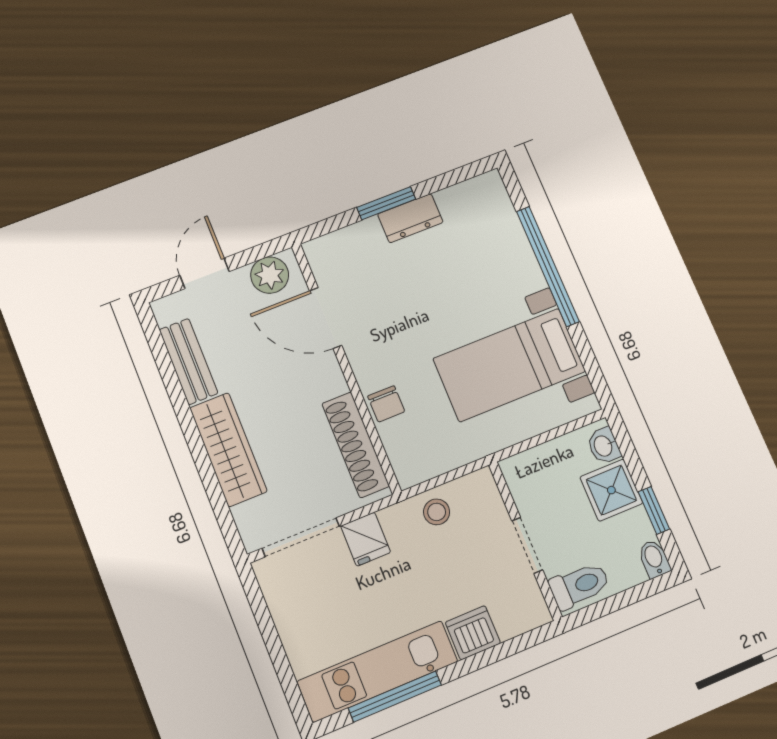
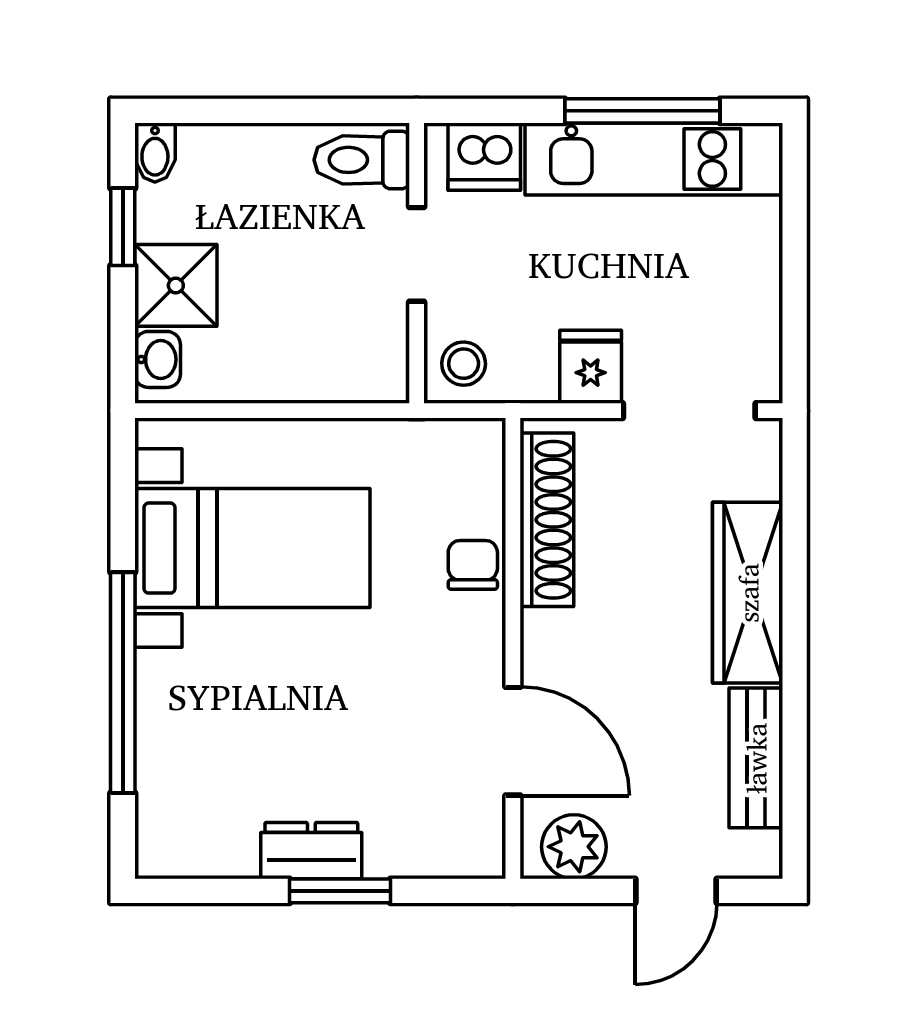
wall: (525, 541) -> (417, 263), moved
doorway: (527, 545) -> (417, 254), moved
toilet: (579, 585) -> (362, 160), moved

